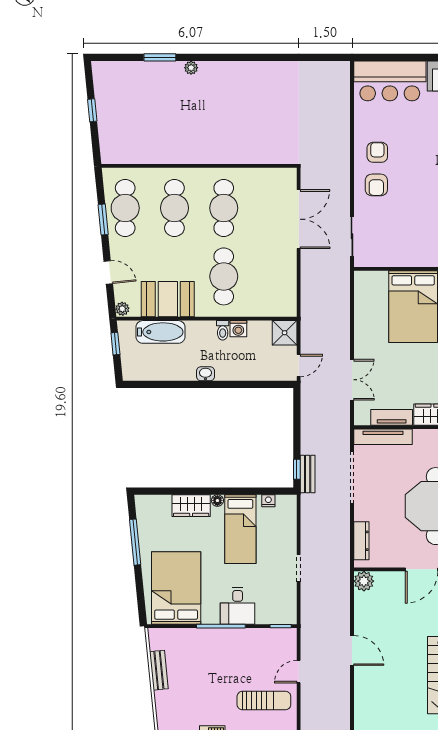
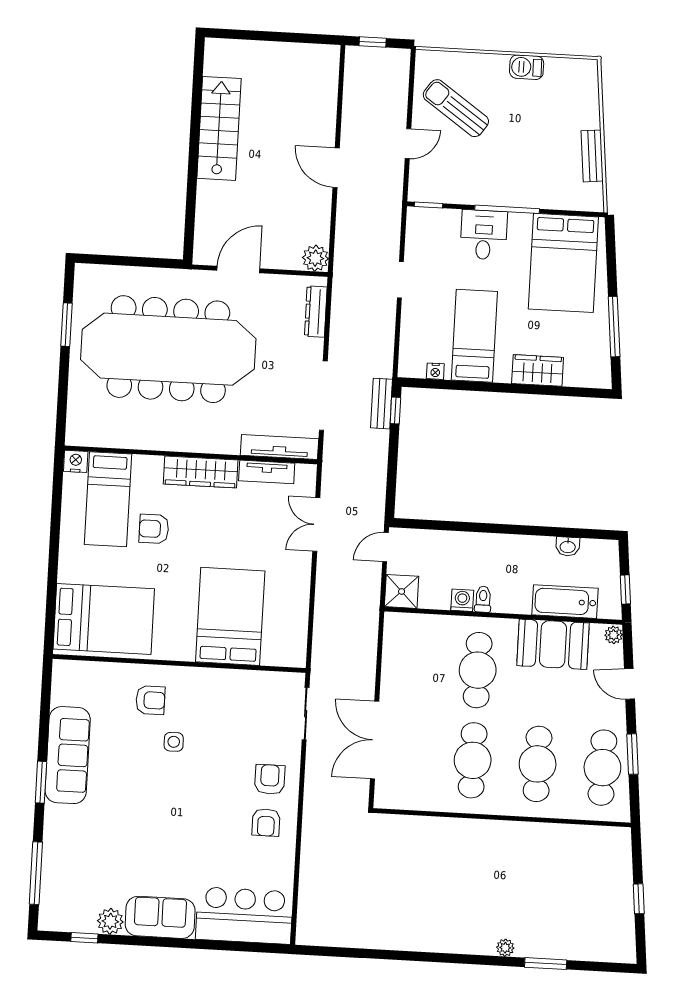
washbasin: (206, 374) -> (568, 546), moved
floor lamp: (217, 501) -> (502, 375), removed
sun lounger: (264, 701) -> (456, 108), turned 35

